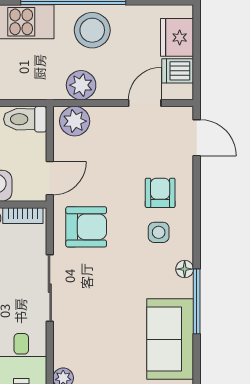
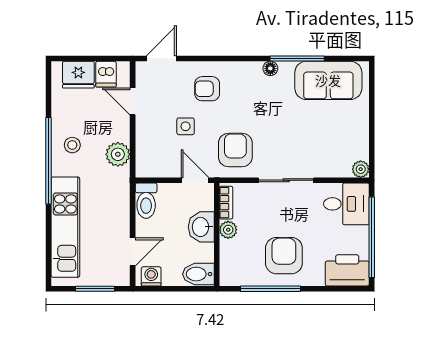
stool: (92, 30) -> (72, 145), width x0.53, depth x0.53
plant: (75, 121) -> (148, 160), removed
side table: (159, 232) -> (186, 126), moved

